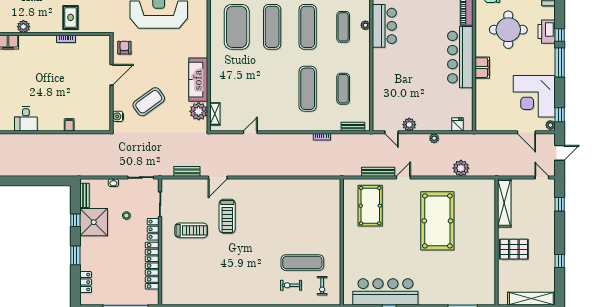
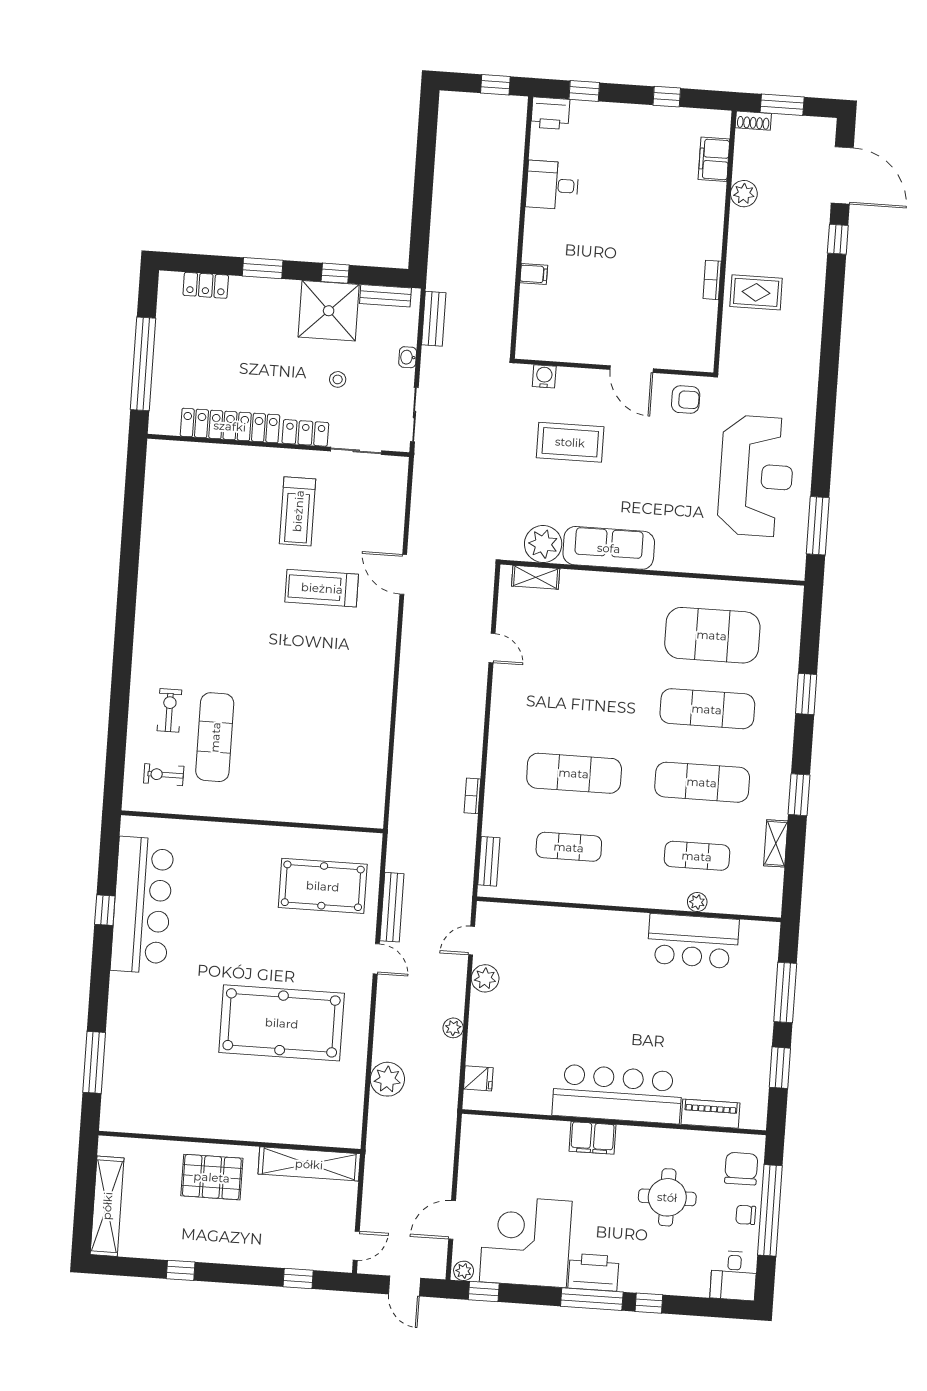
round table: (508, 30) -> (667, 1197), width x0.73, depth x0.73
printer: (547, 32) -> (594, 1272), moved
coffee table: (149, 102) -> (570, 442), turned -54
bench: (187, 171) -> (434, 319), moved
pallet: (514, 249) -> (212, 1177), turned 90

